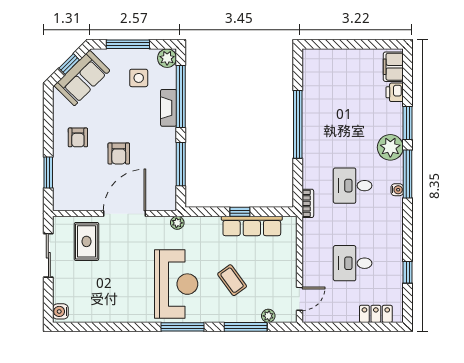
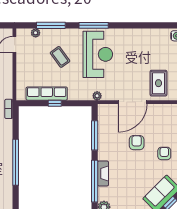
side table: (139, 78) -> (123, 194), removed
reception desk: (176, 284) -> (98, 54), turned 180

